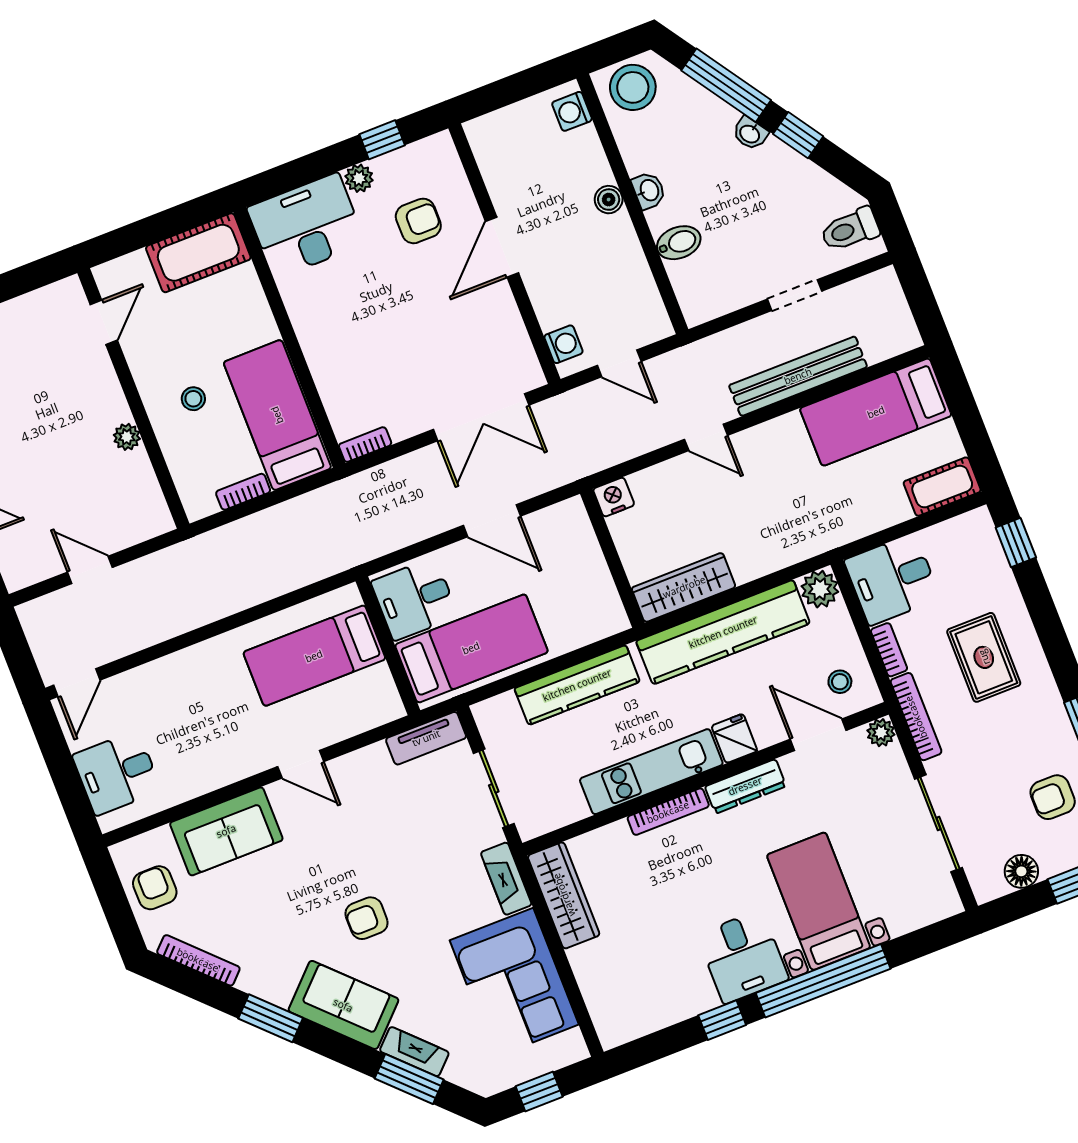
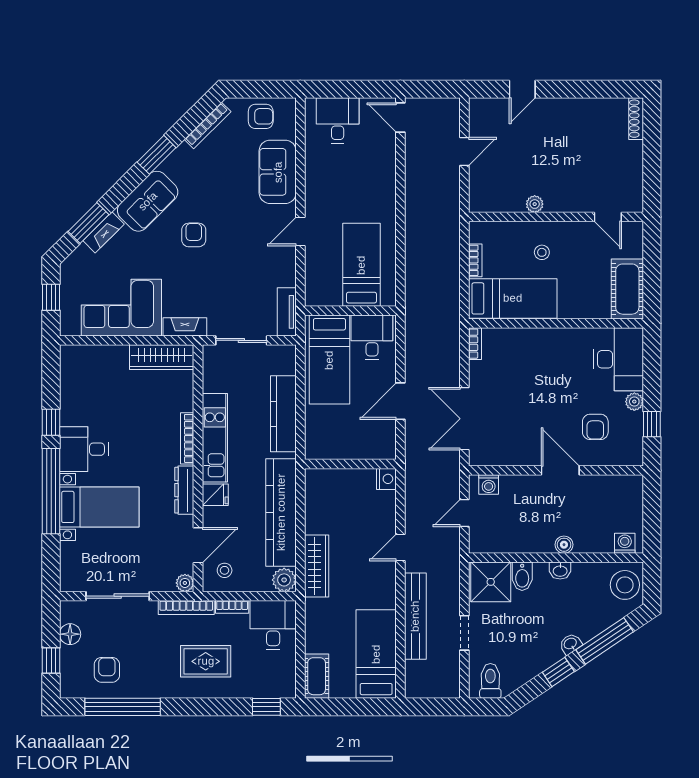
shower: (705, 286) -> (491, 582), added
wardrobe: (684, 587) -> (317, 566), moved

